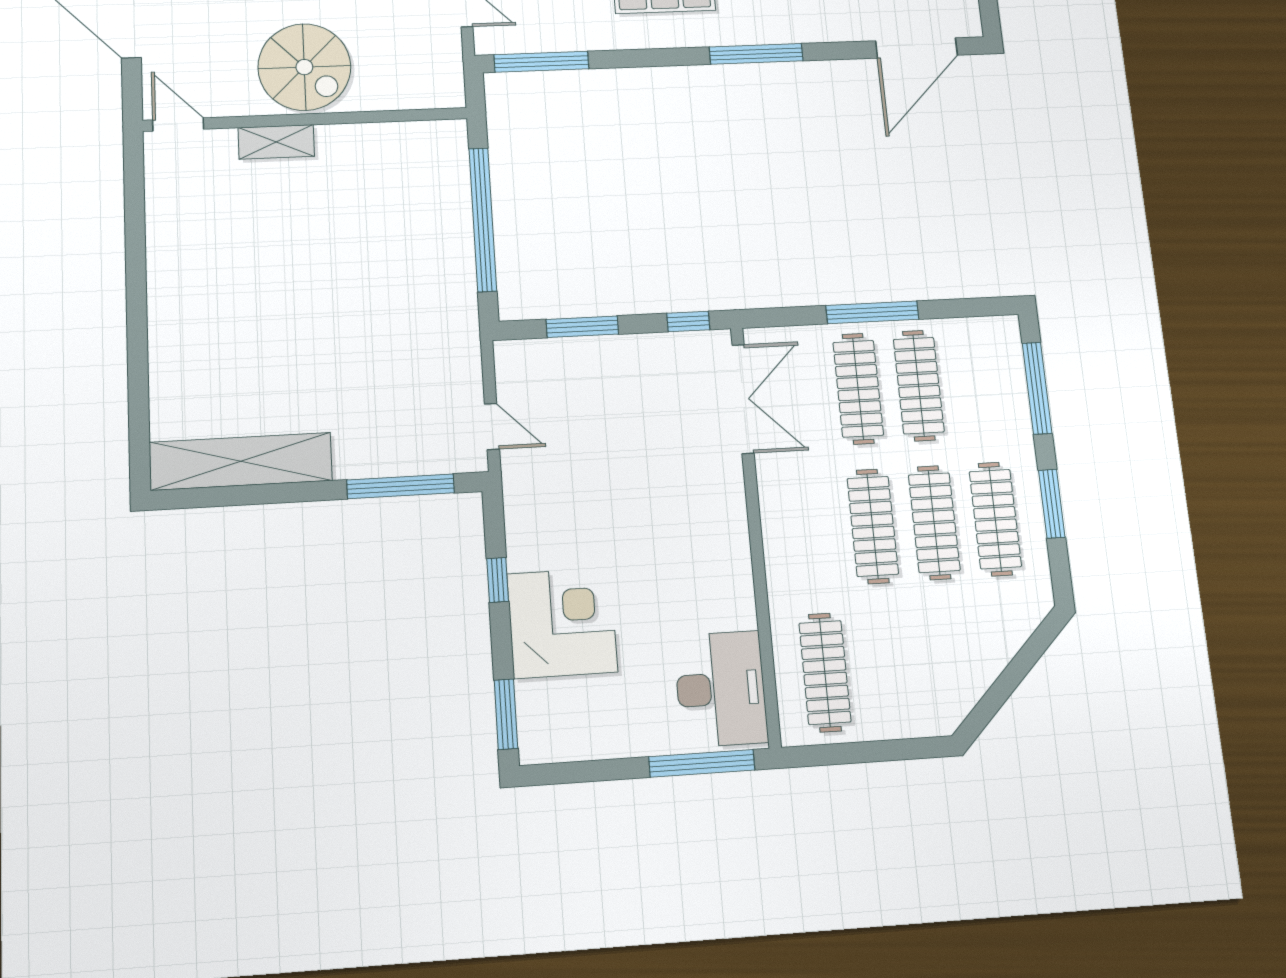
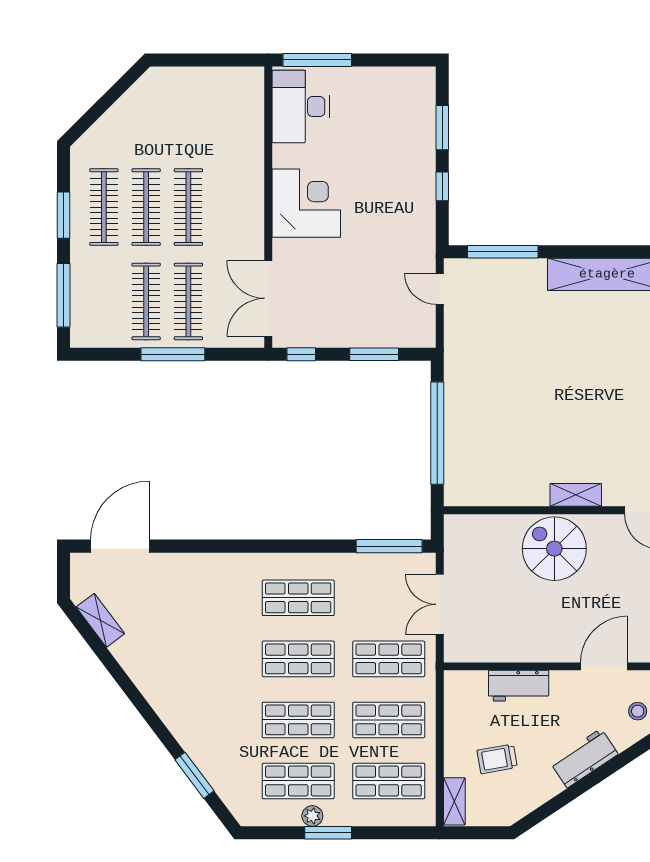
window: (756, 54) -> (236, 546), removed
corner desk: (562, 623) -> (306, 203), moved, turned 180
clothes rail: (825, 672) -> (231, 113), removed
window: (506, 714) -> (442, 128), moved

